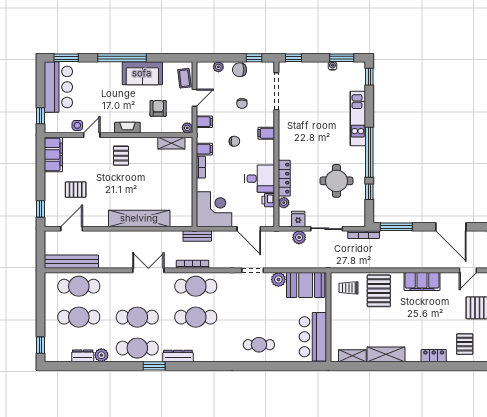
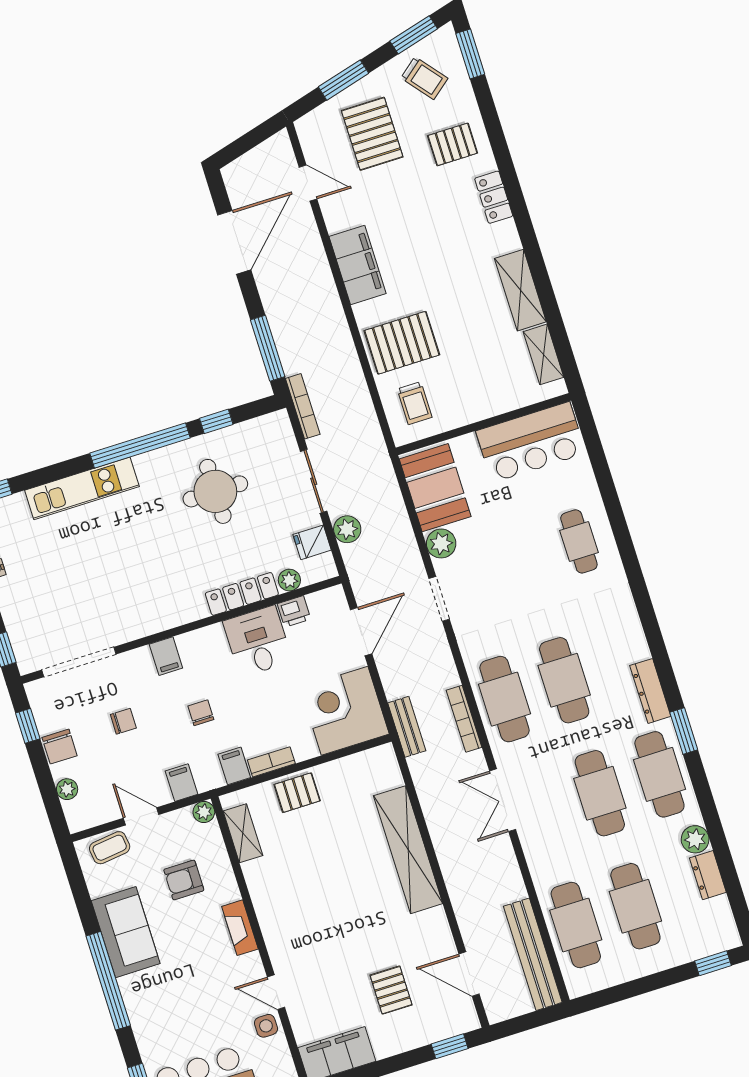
pallet: (121, 156) -> (297, 793), moved

